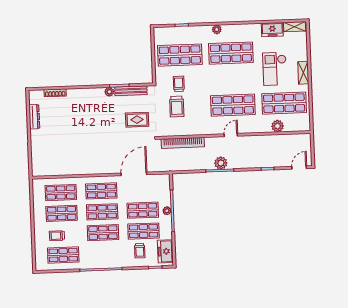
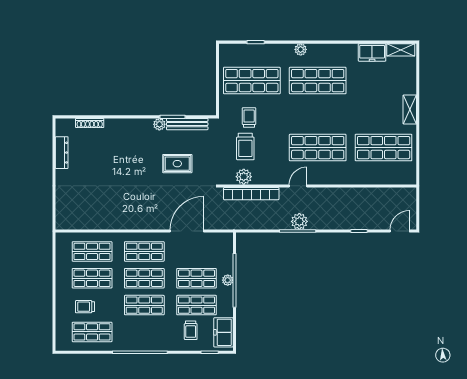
checkout: (275, 69) -> (373, 103), removed
rug: (137, 120) -> (177, 164), moved
plant: (278, 126) -> (244, 177), moved
door: (231, 135) -> (298, 186), moved

